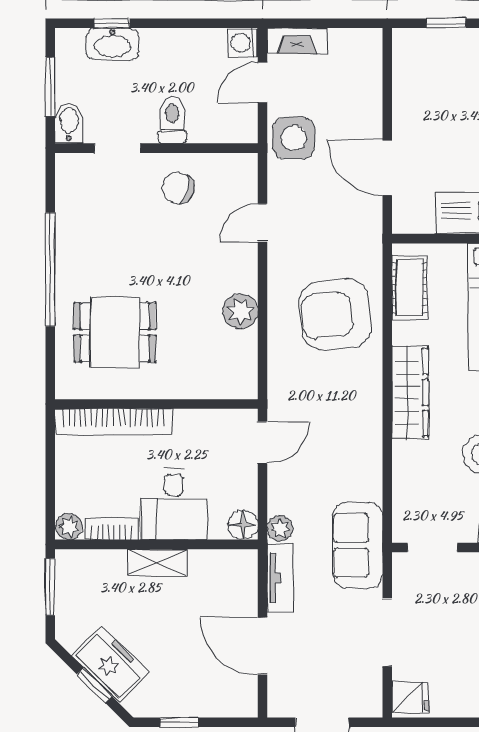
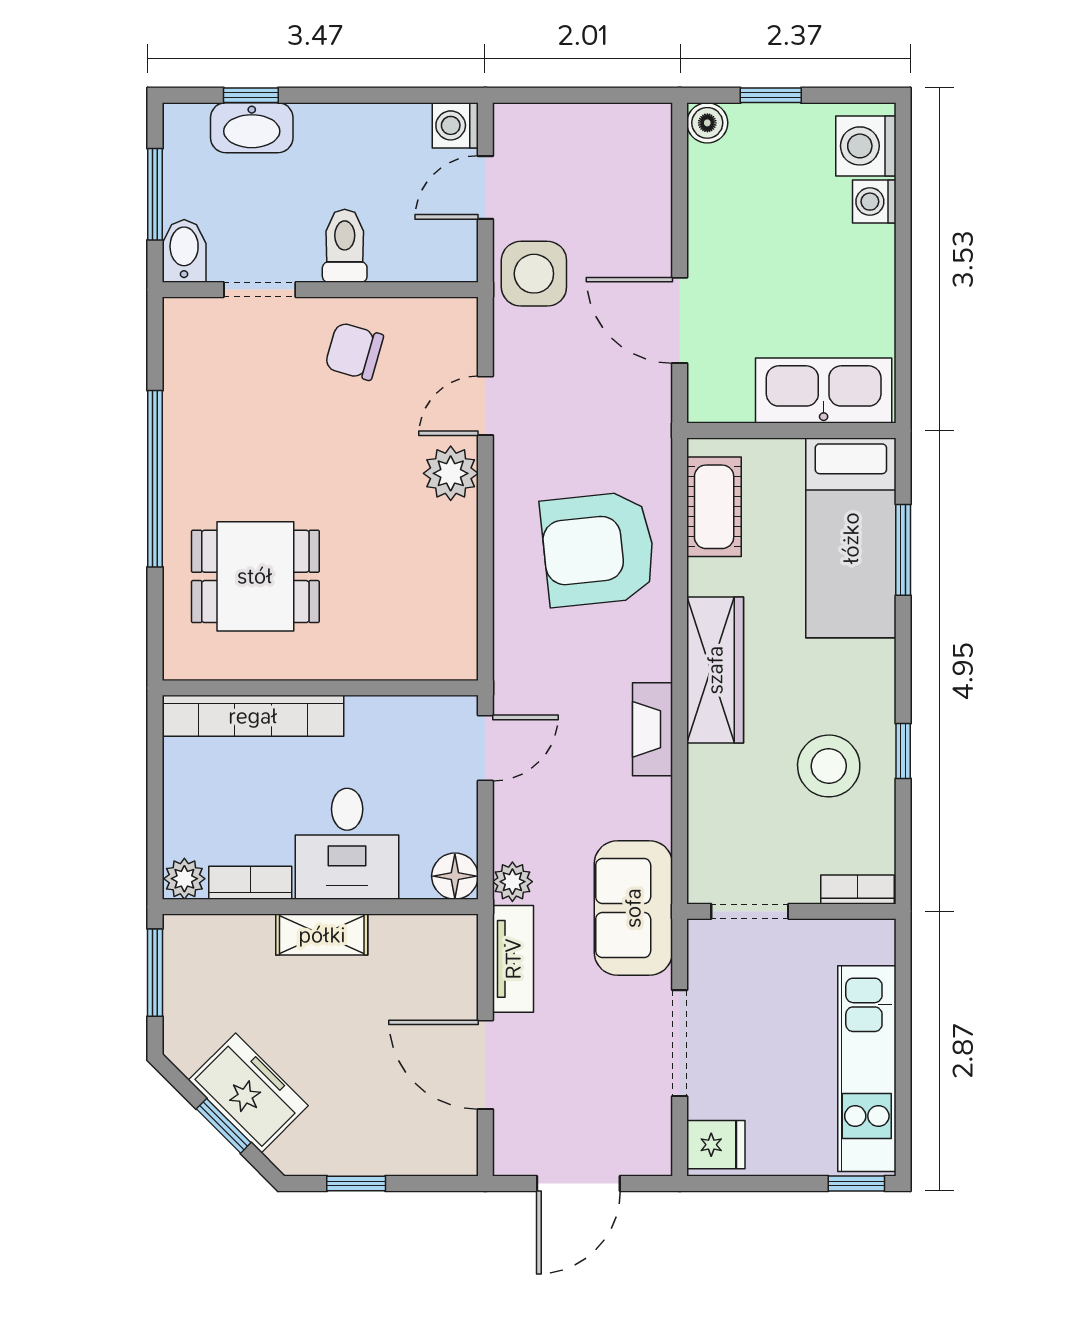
fireplace: (297, 41) -> (652, 729), moved, turned 90
boiler: (405, 41) -> (707, 123), added
plant: (240, 311) -> (451, 473), moved

